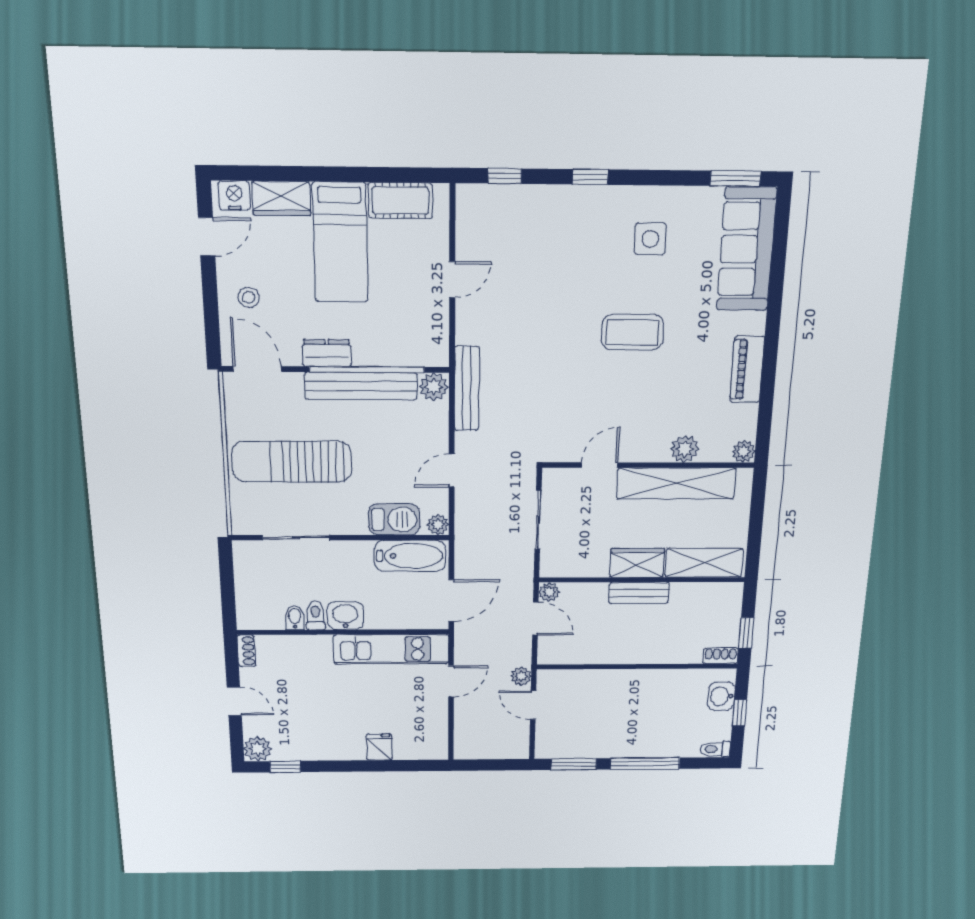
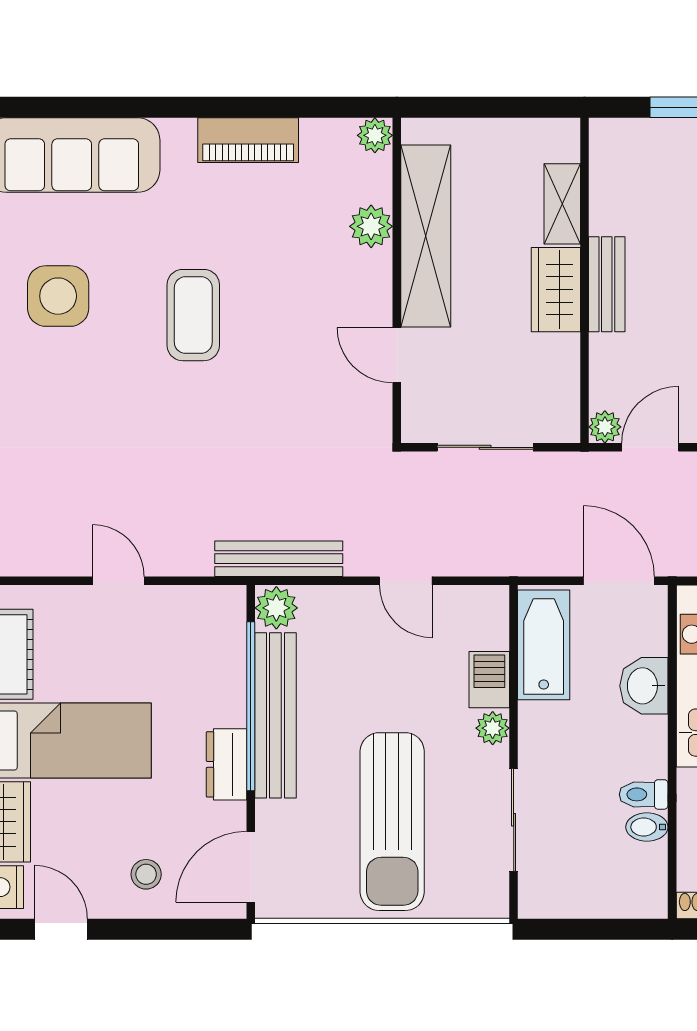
side table: (650, 239) -> (58, 296), width x1.37, depth x1.37
barbecue: (394, 519) -> (489, 680), width x0.73, depth x0.79
plant: (438, 525) -> (493, 728), moved
shelving: (704, 563) -> (562, 204), width x0.67, depth x0.75
washbasin: (345, 616) -> (644, 686), moved

